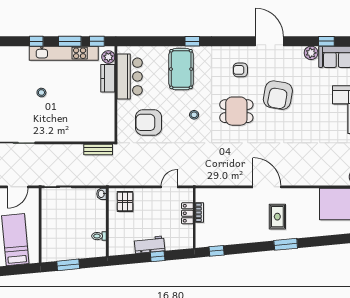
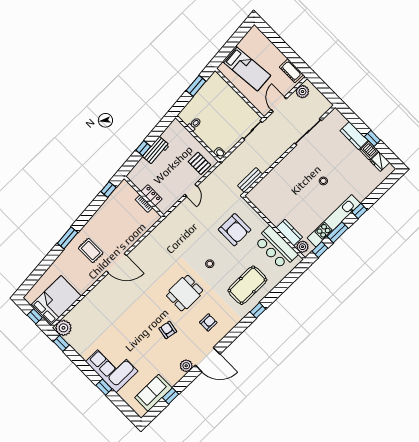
plant: (311, 53) -> (186, 366), moved
pool table: (181, 69) -> (247, 285), turned 90
armchair: (278, 95) -> (168, 330), width x0.53, depth x0.53
armchair: (148, 122) -> (235, 230), turned 90
door: (169, 187) -> (191, 190), moved

